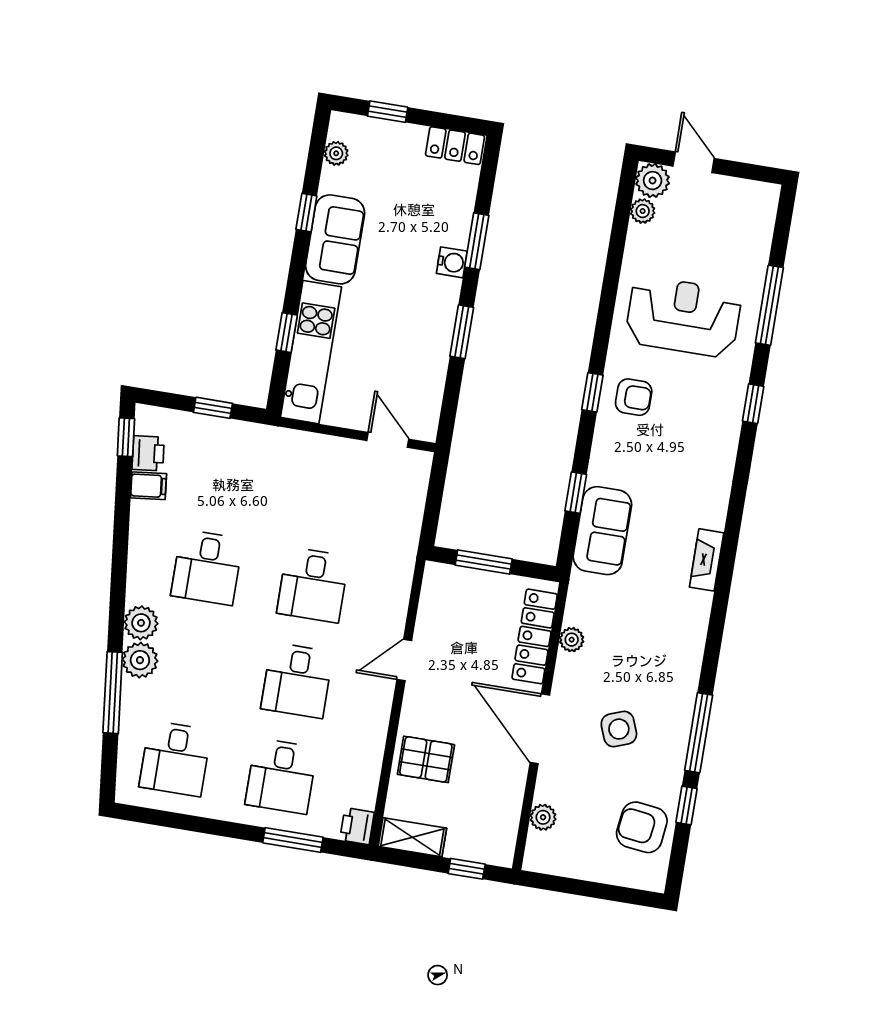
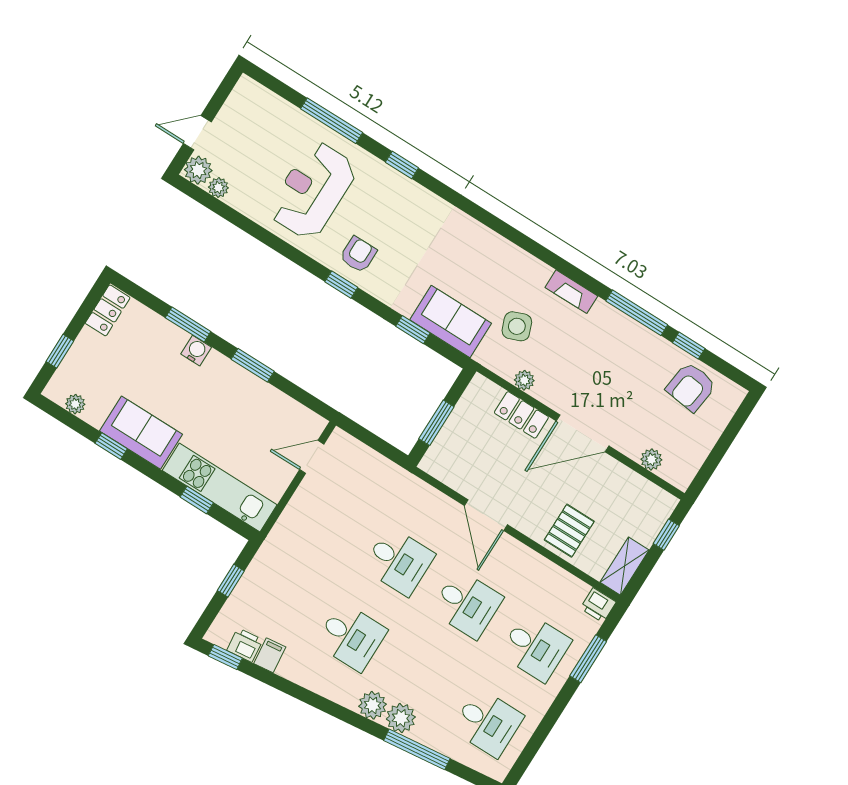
fireplace: (707, 560) -> (571, 292), moved
locker: (535, 636) -> (521, 415), width x0.66
door: (404, 660) -> (486, 515), width x1.38
side table: (619, 729) -> (517, 326), moved

